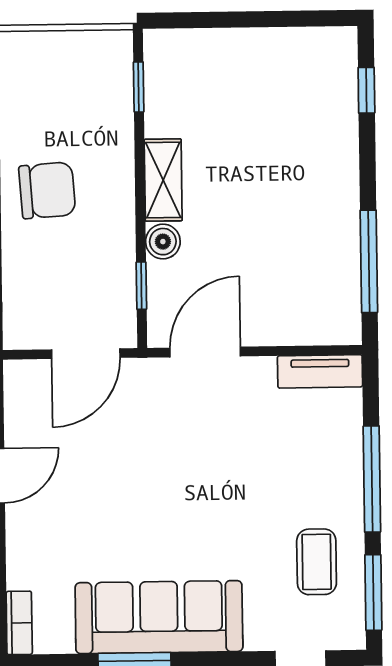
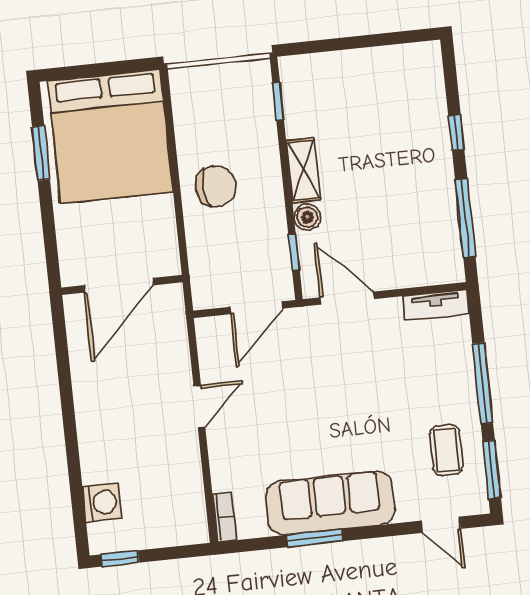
window: (366, 90) -> (456, 133), moved
door: (205, 352) -> (347, 298), hinge flipped

